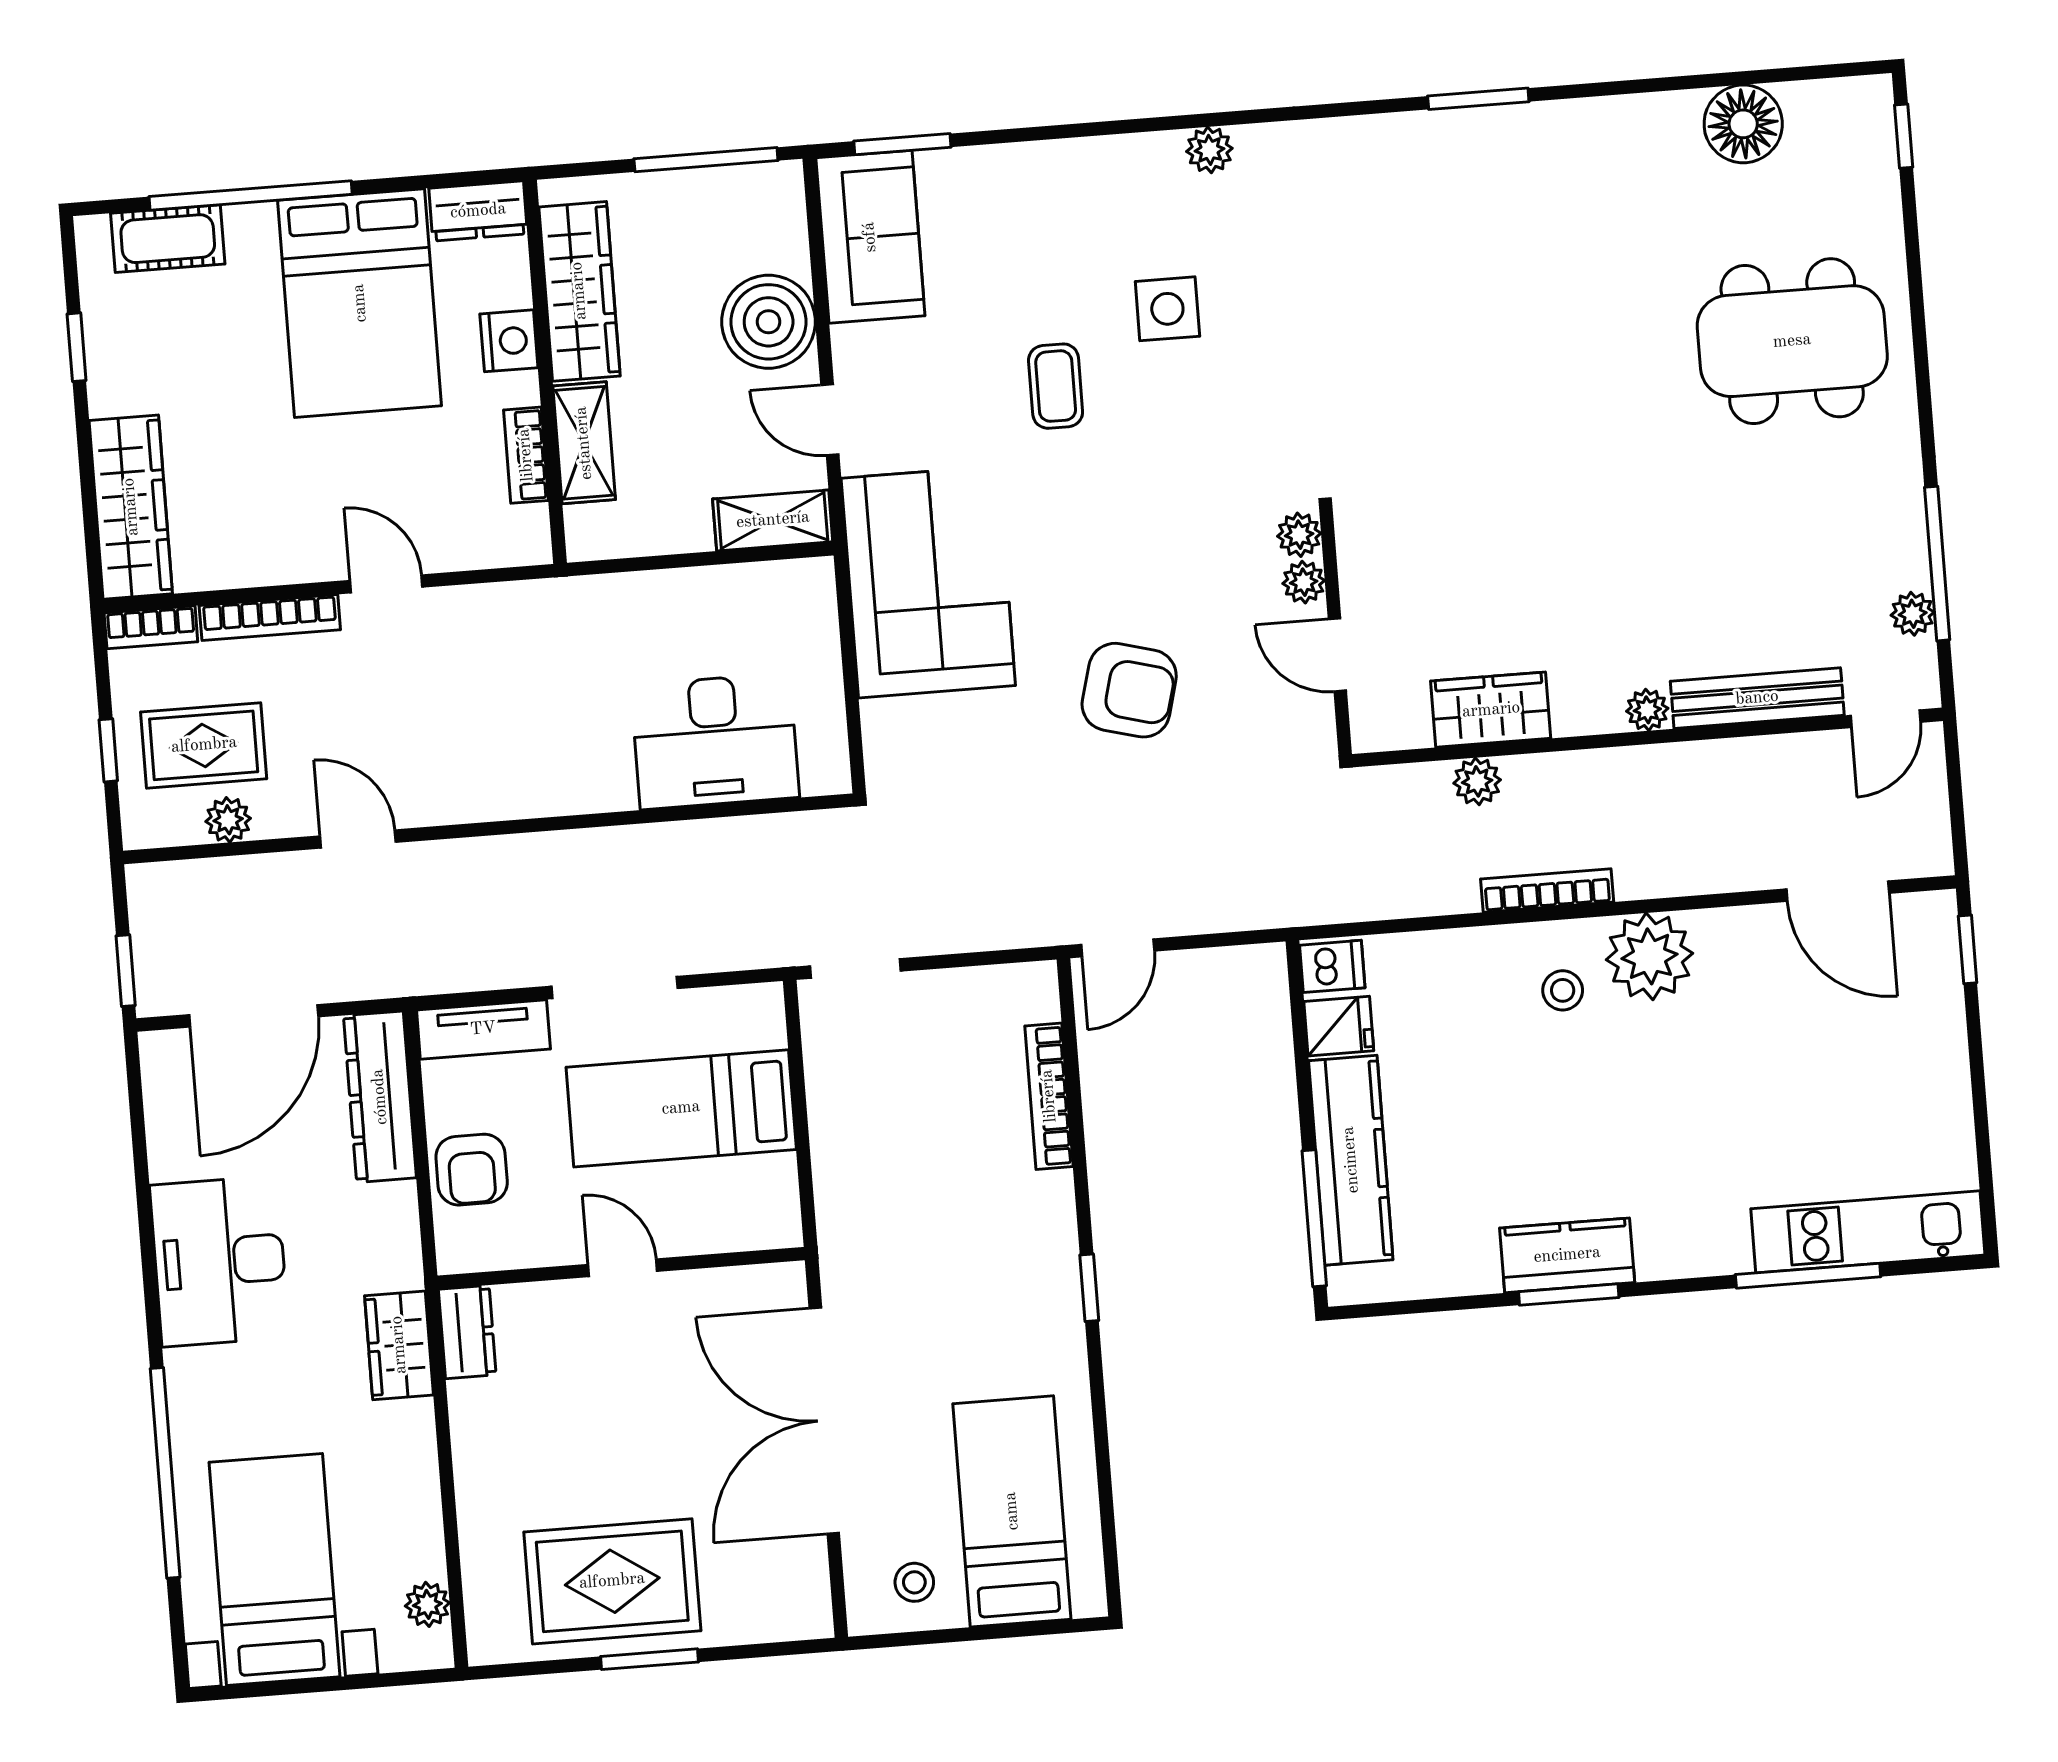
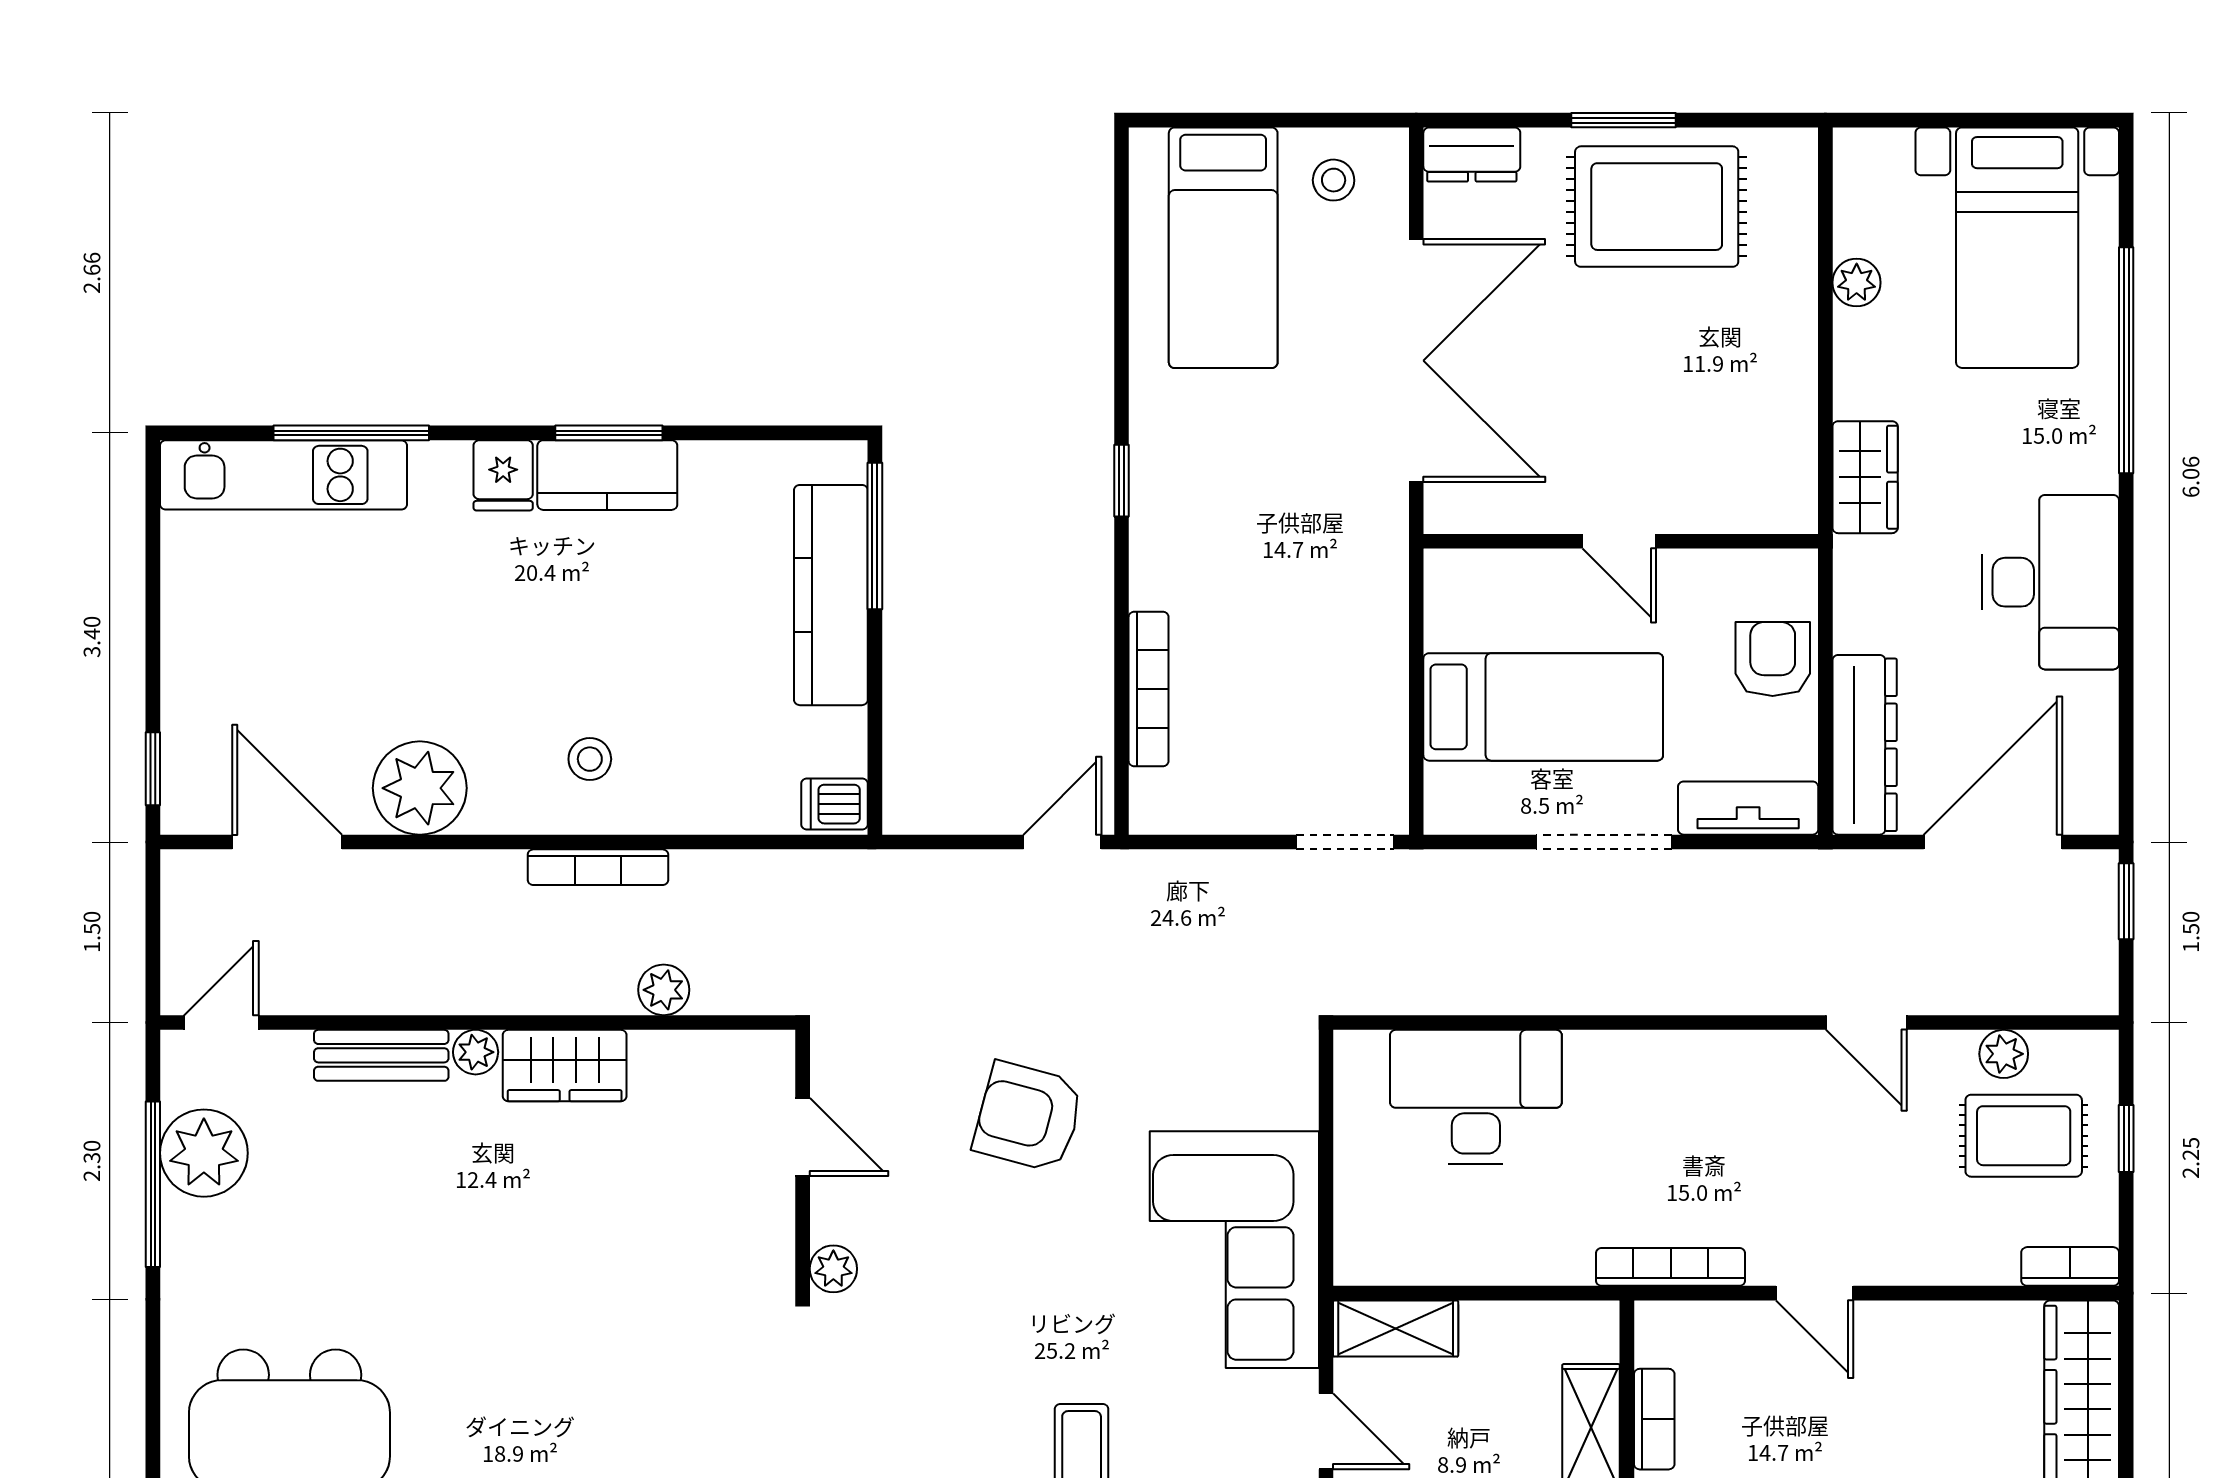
plant: (1304, 582) -> (833, 1218), removed
plant: (1913, 614) -> (204, 1153), width x1.88, depth x1.88
bookcase: (270, 618) -> (1671, 1267), moved
bench: (1757, 698) -> (381, 1055), width x0.73
wardrobe: (1491, 710) -> (565, 1066), moved
plant: (1650, 956) -> (420, 788), moved
fridge: (1339, 1026) -> (503, 475), moved, turned -90
dresser: (467, 1332) -> (1472, 155), moved, turned -90
plant: (427, 1604) -> (1857, 283), moved

